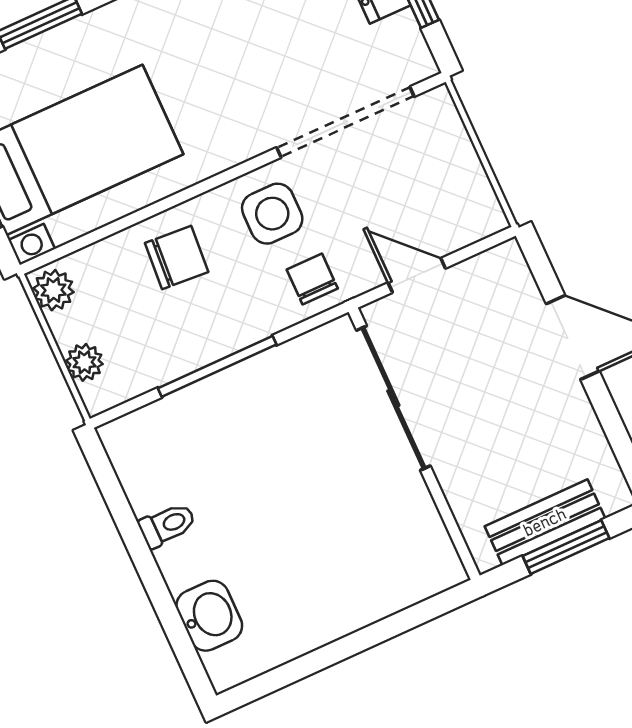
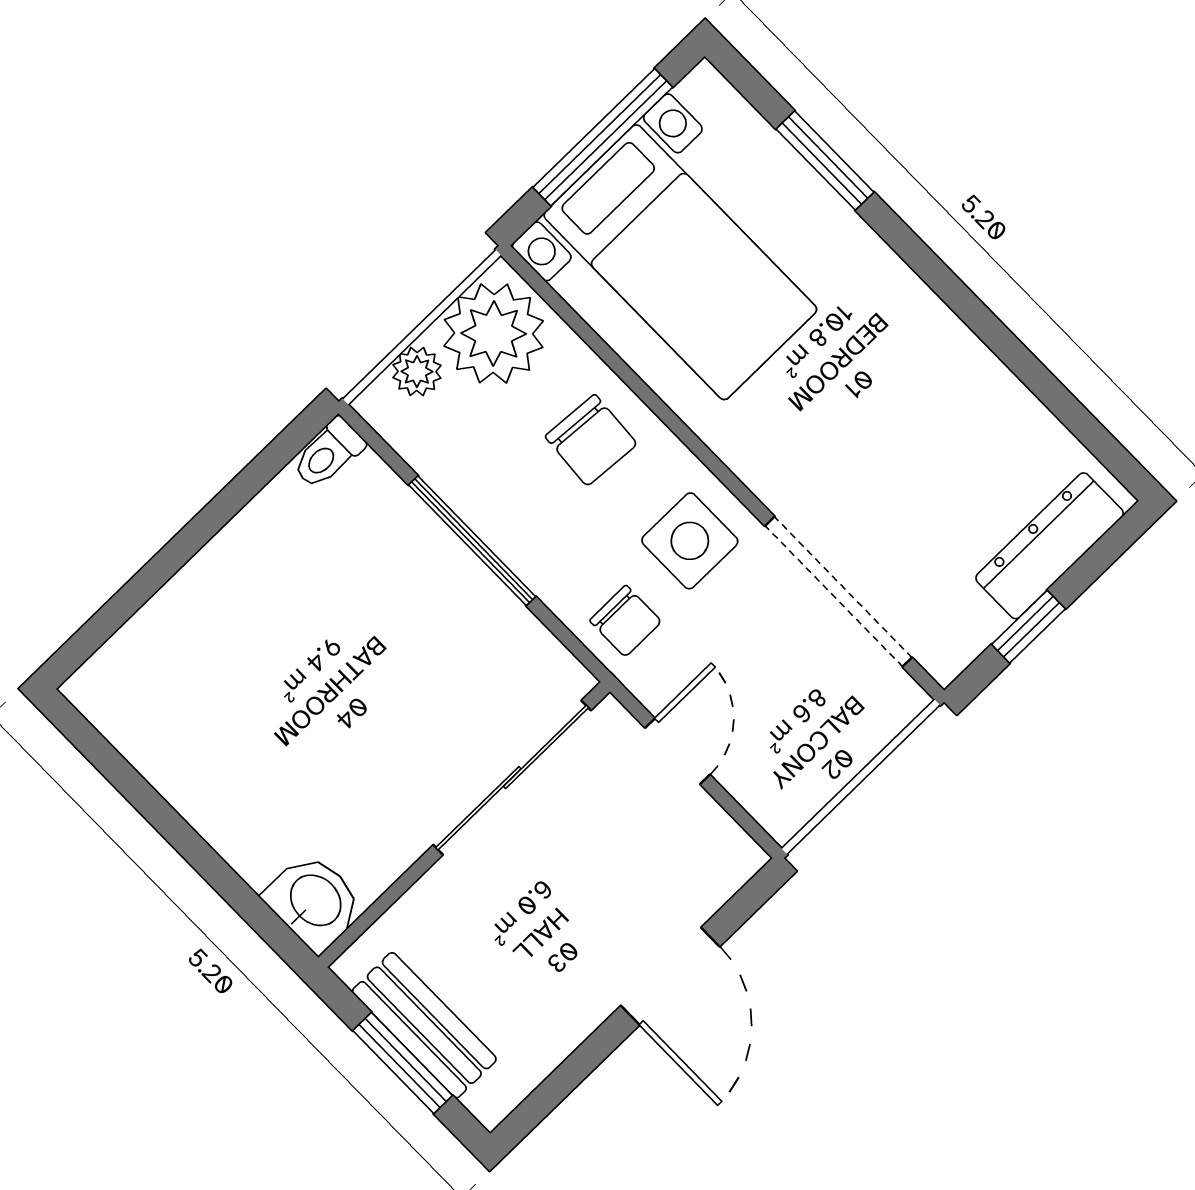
chair: (312, 279) -> (626, 621), turned 90
plant: (53, 290) -> (494, 333), width x1.88, depth x1.88
toilet: (167, 525) -> (328, 454), moved, turned 90
washbasin: (209, 616) -> (314, 902), moved, turned -90

